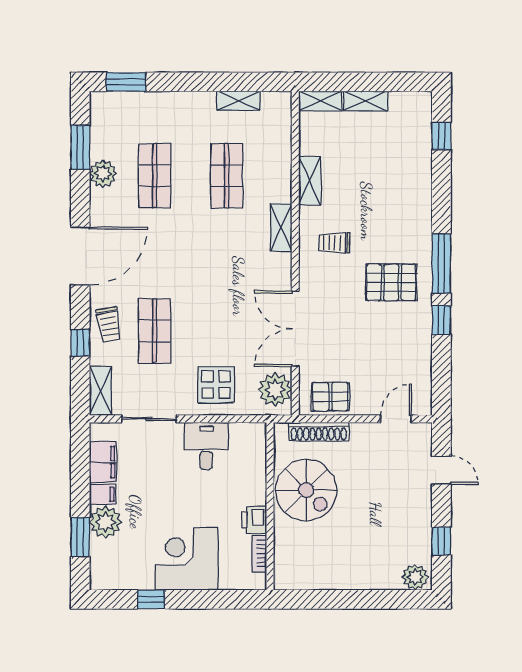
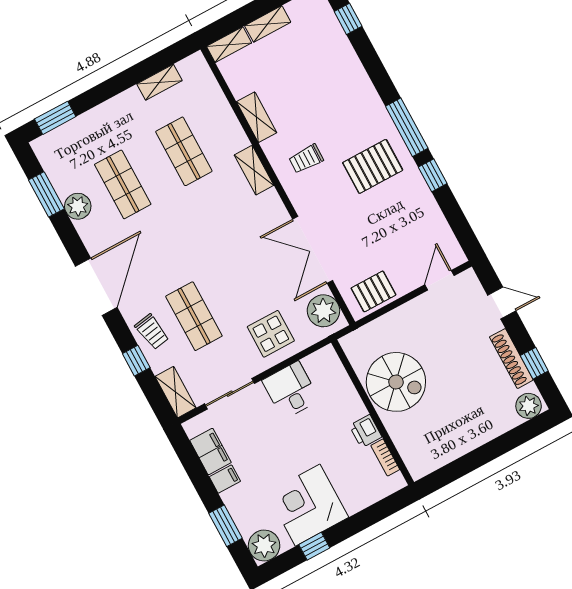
shoe rack: (319, 432) -> (511, 359), moved, turned 90
plant: (106, 522) -> (264, 546), moved
corner desk: (187, 559) -> (308, 505), moved

